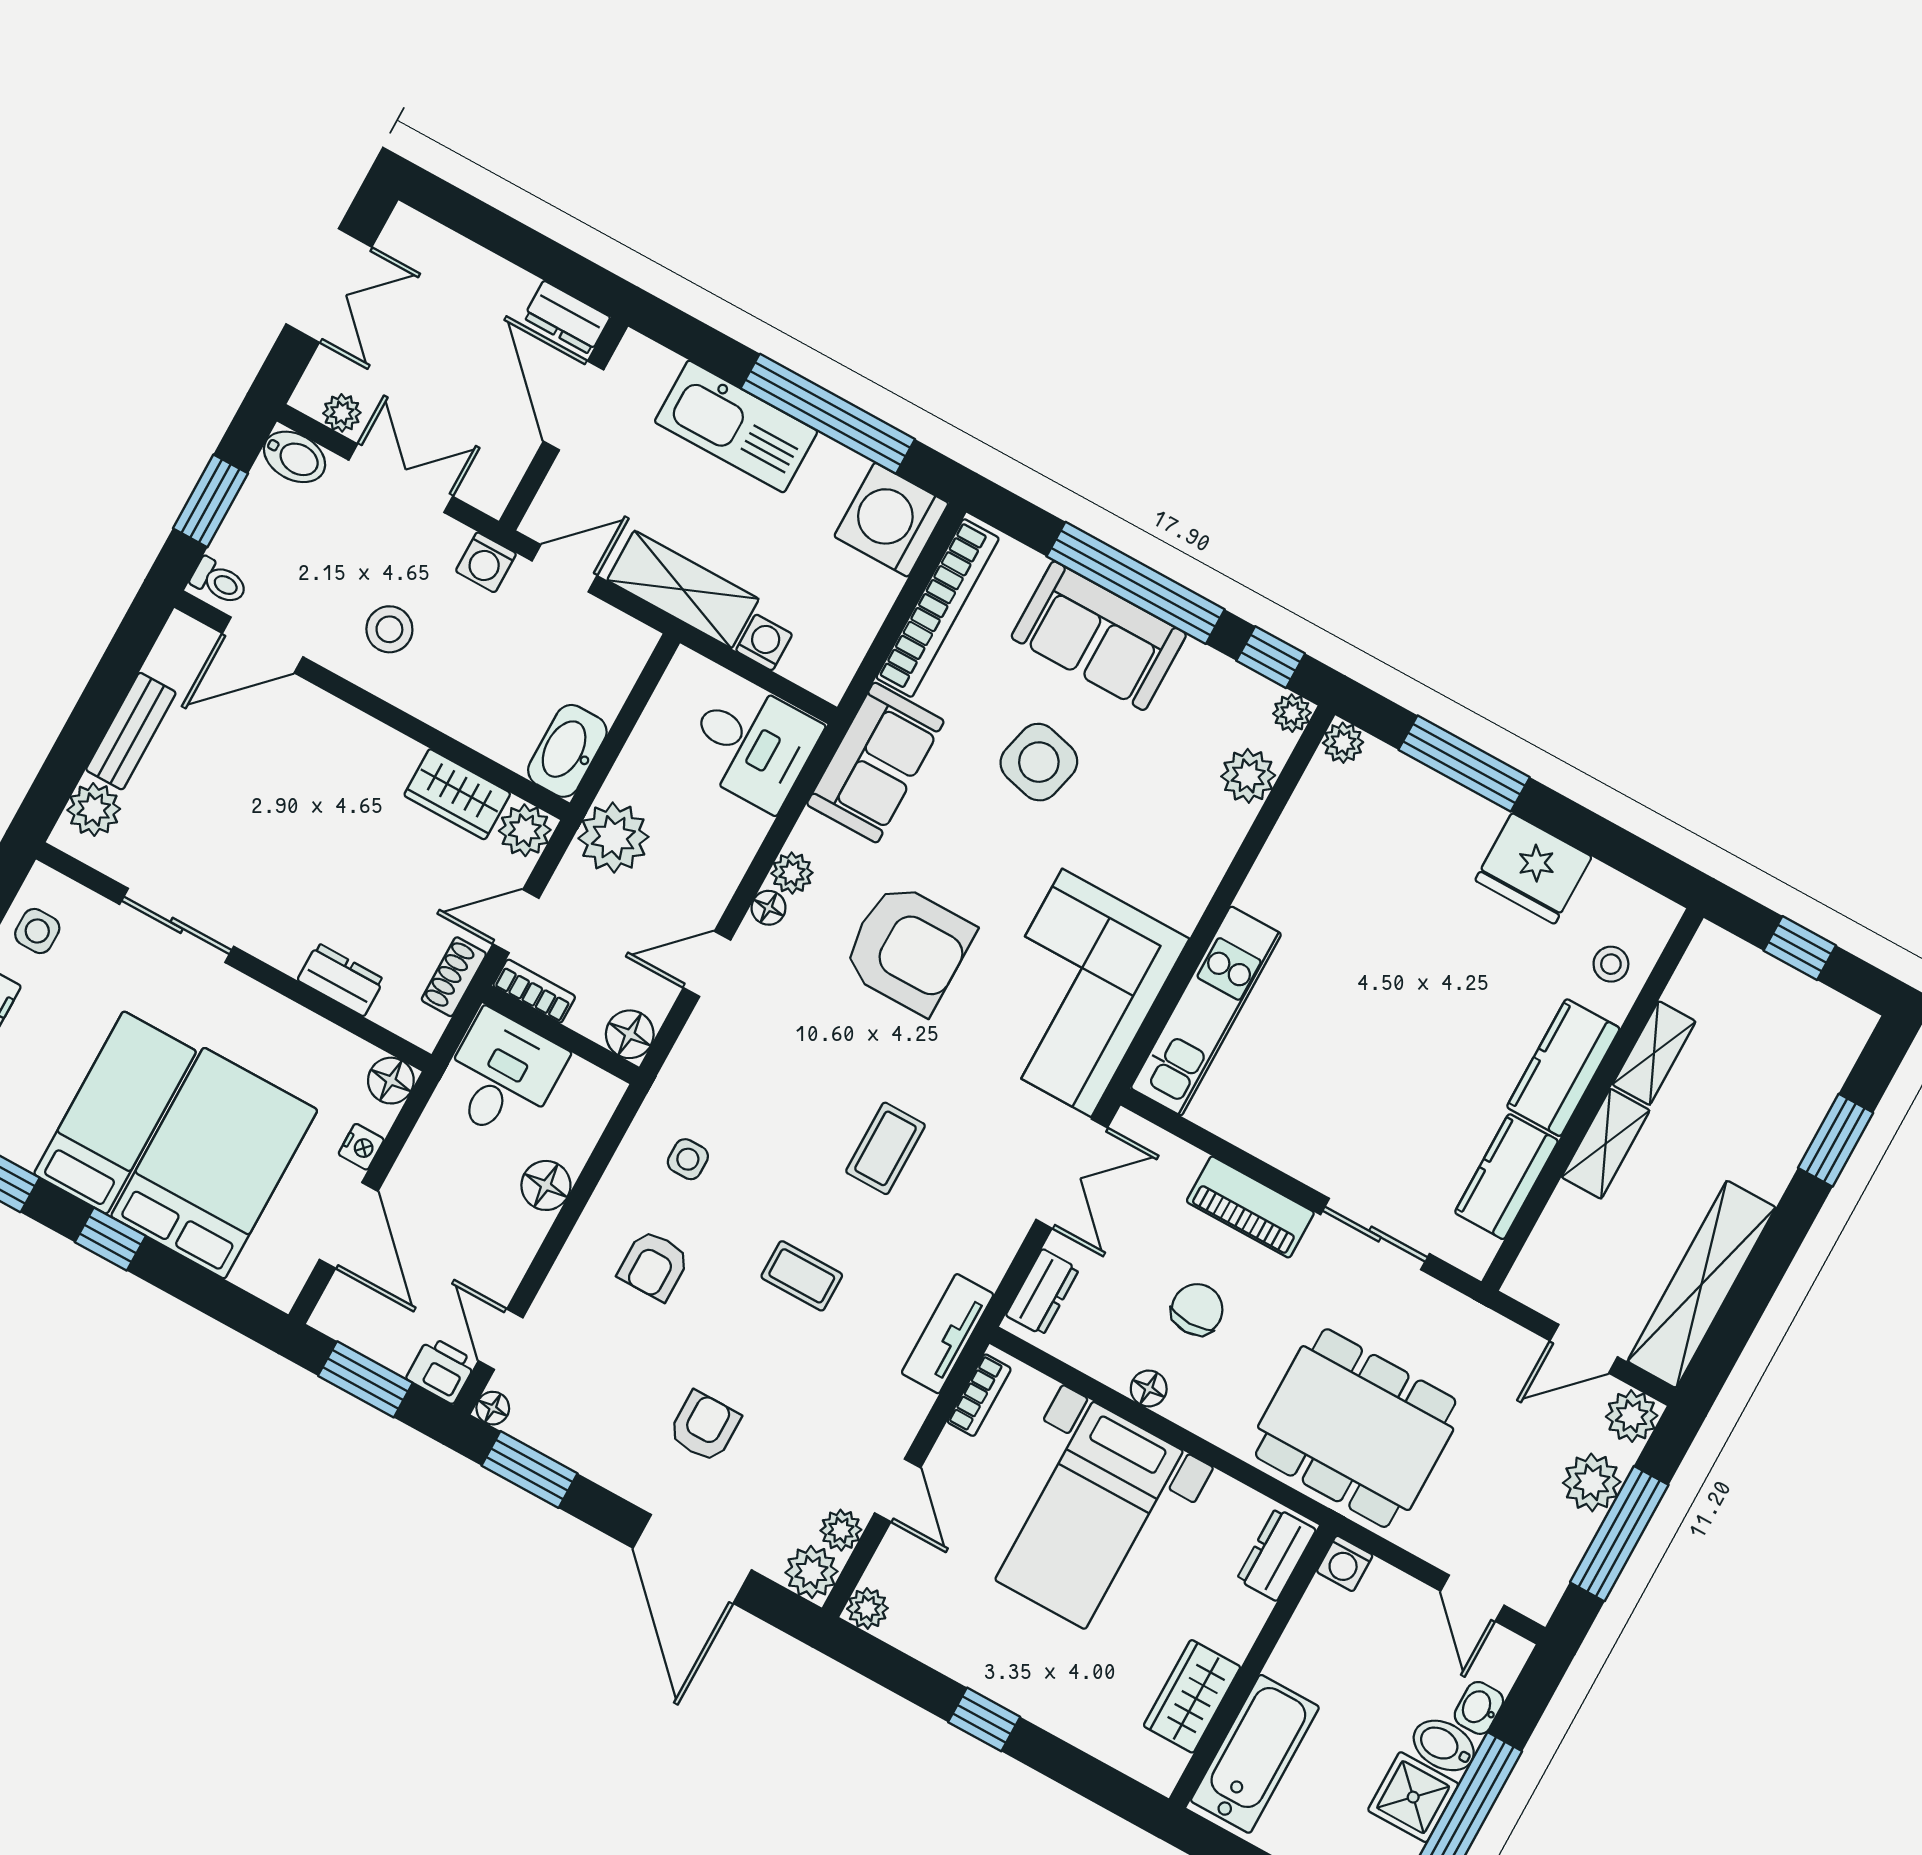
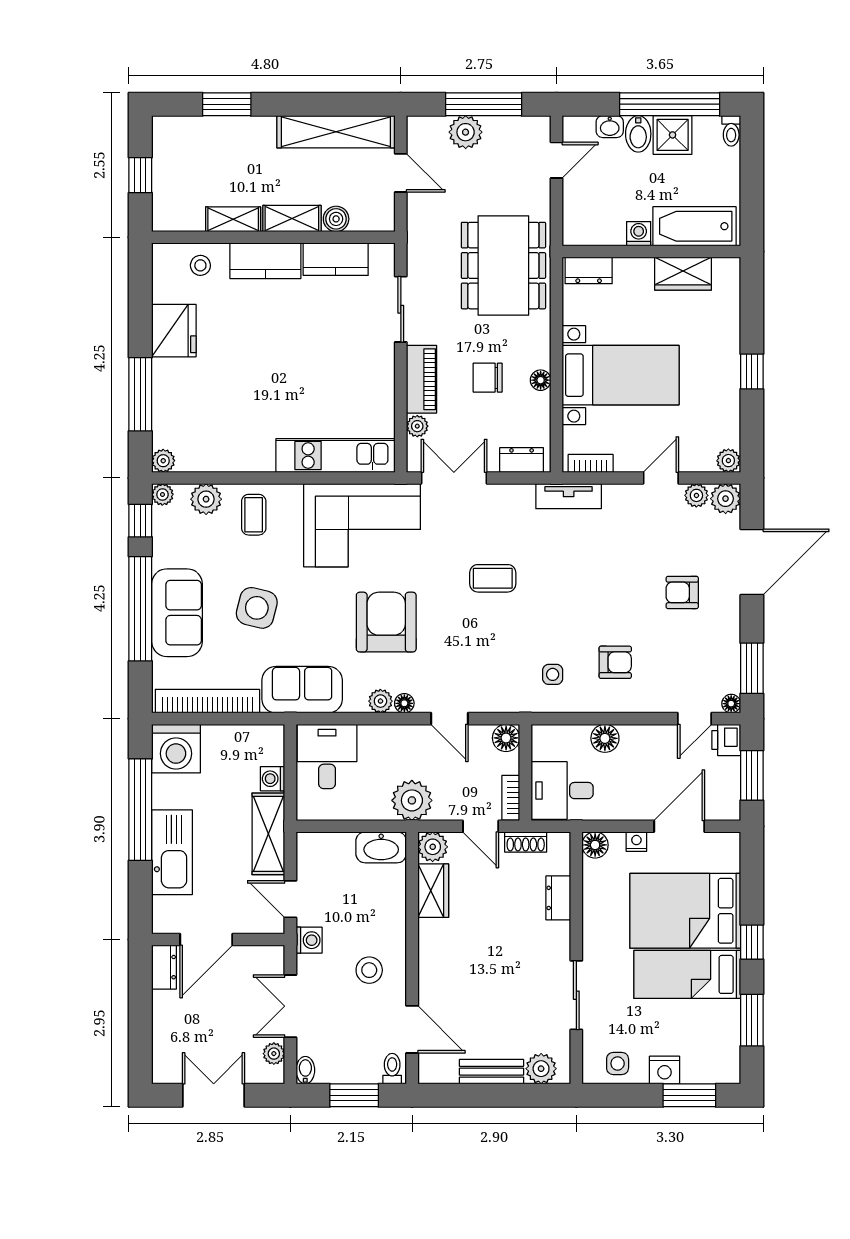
bidet: (295, 457) -> (305, 1070), width x0.72, depth x0.74
boiler: (1568, 1211) -> (336, 219), added
coffee table: (802, 1276) -> (254, 515), moved
plant: (1632, 1416) -> (417, 426), moved, width x0.73, depth x0.73
washing machine: (1345, 1563) -> (639, 234), moved, turned -90

